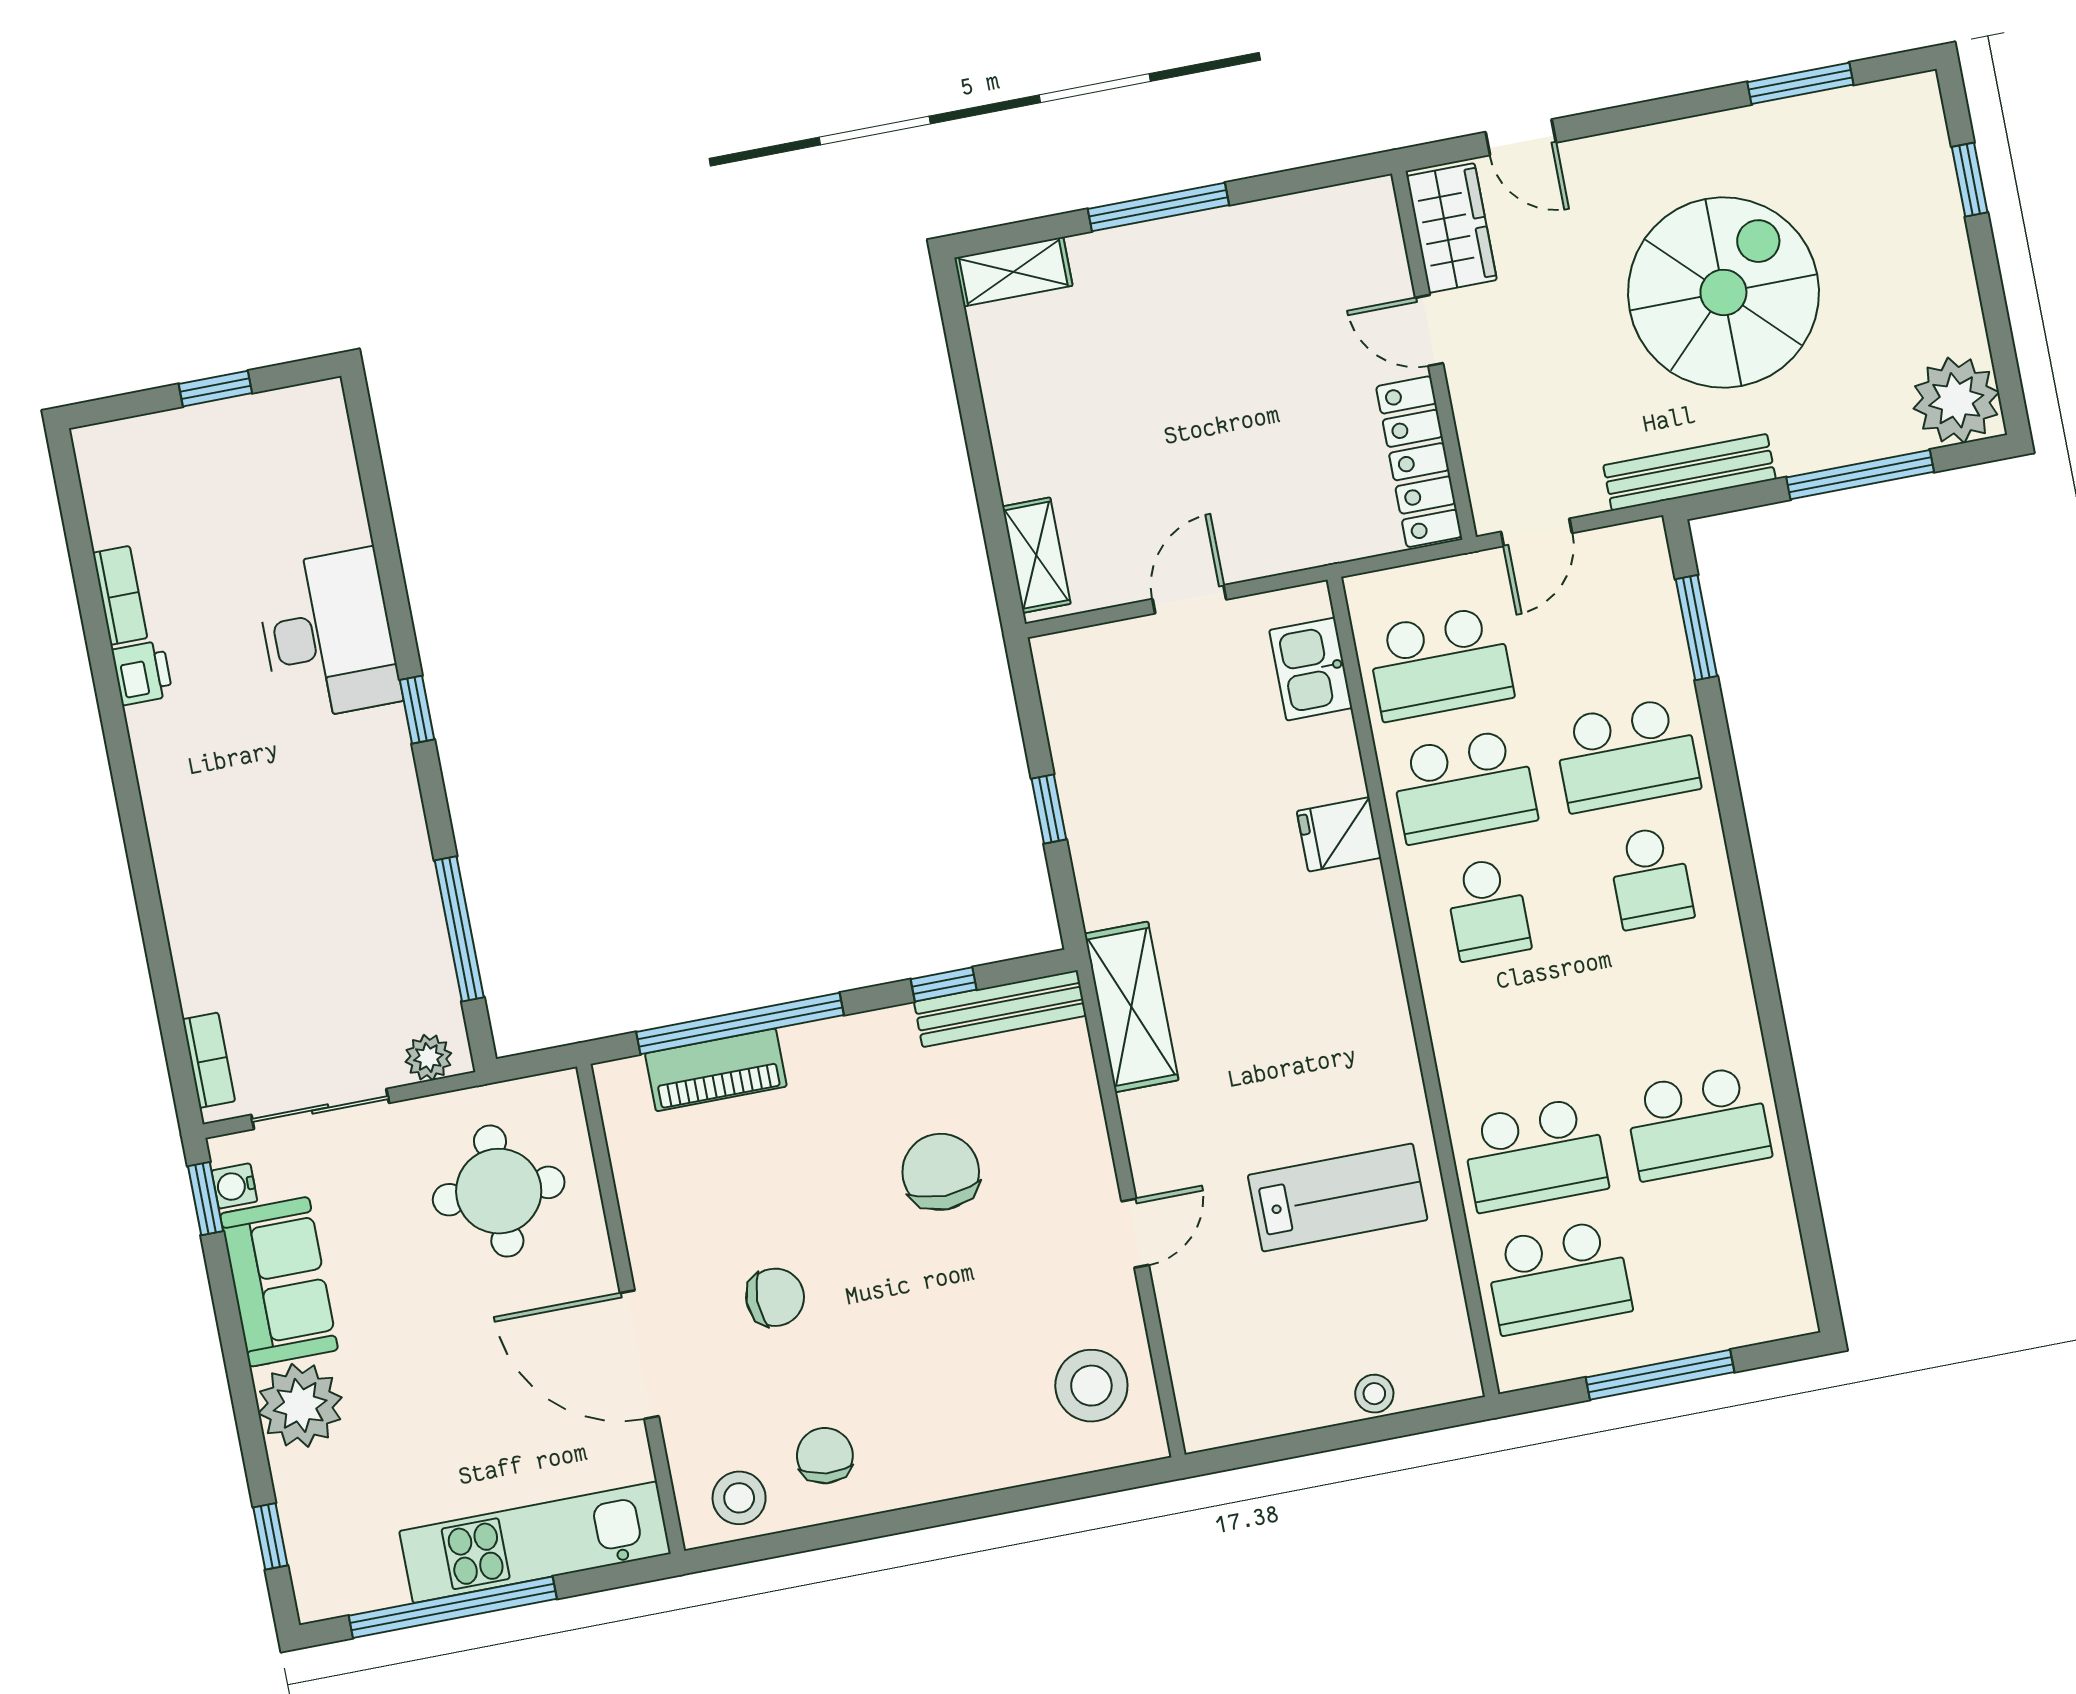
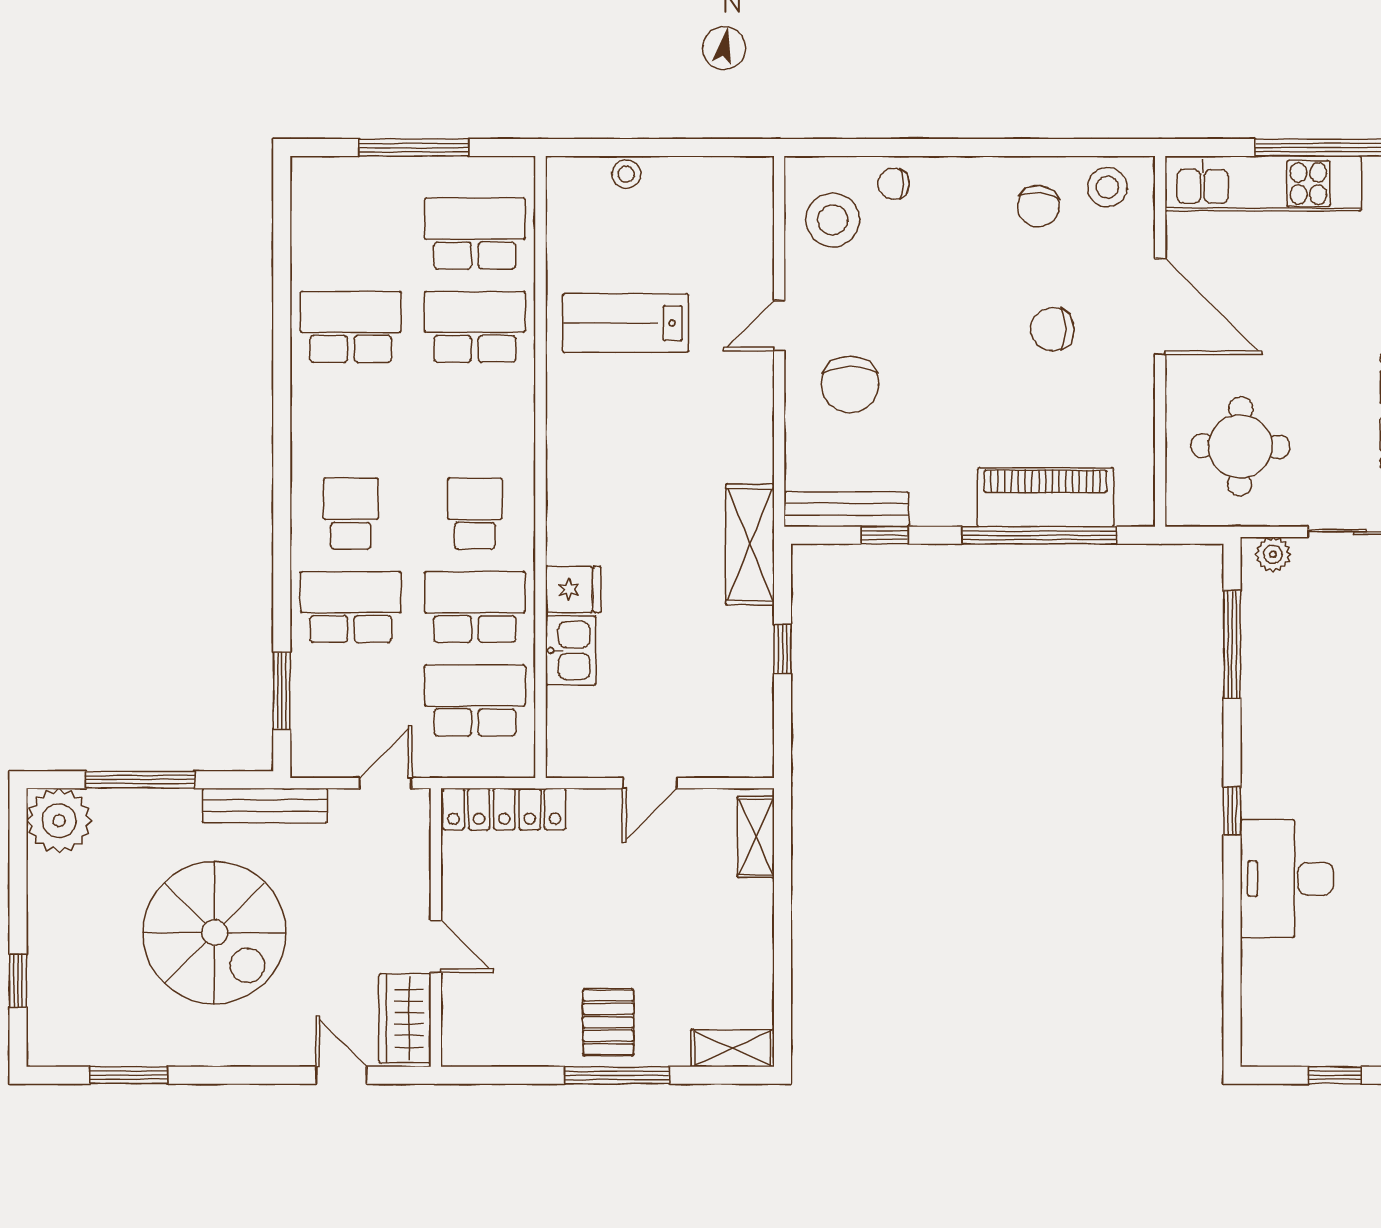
pallet: (1183, 274) -> (608, 1022), added
spiral stairs: (1723, 292) -> (215, 933), turned -90
locker: (1419, 462) -> (504, 809), moved, turned 90
kitchen sink: (1311, 669) -> (571, 651), moved
shelving: (1131, 1007) -> (750, 545), moved
piano: (716, 1070) -> (1046, 497), width x1.37, depth x1.33
chair: (941, 1172) -> (850, 384), moved
chair: (1021, 1448) -> (893, 184), added

